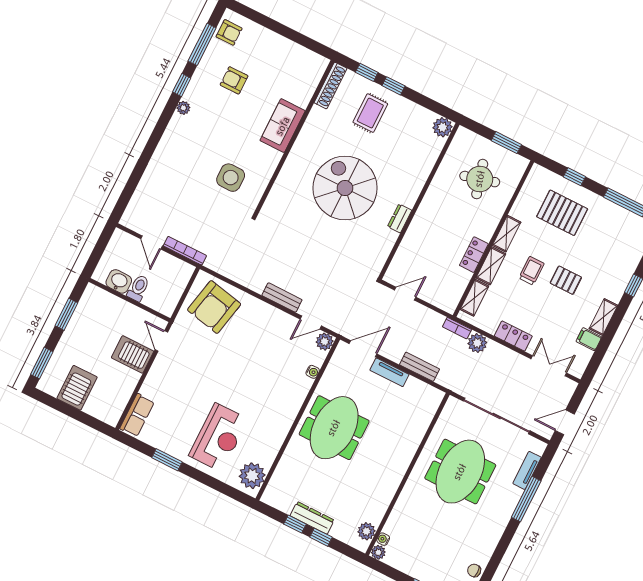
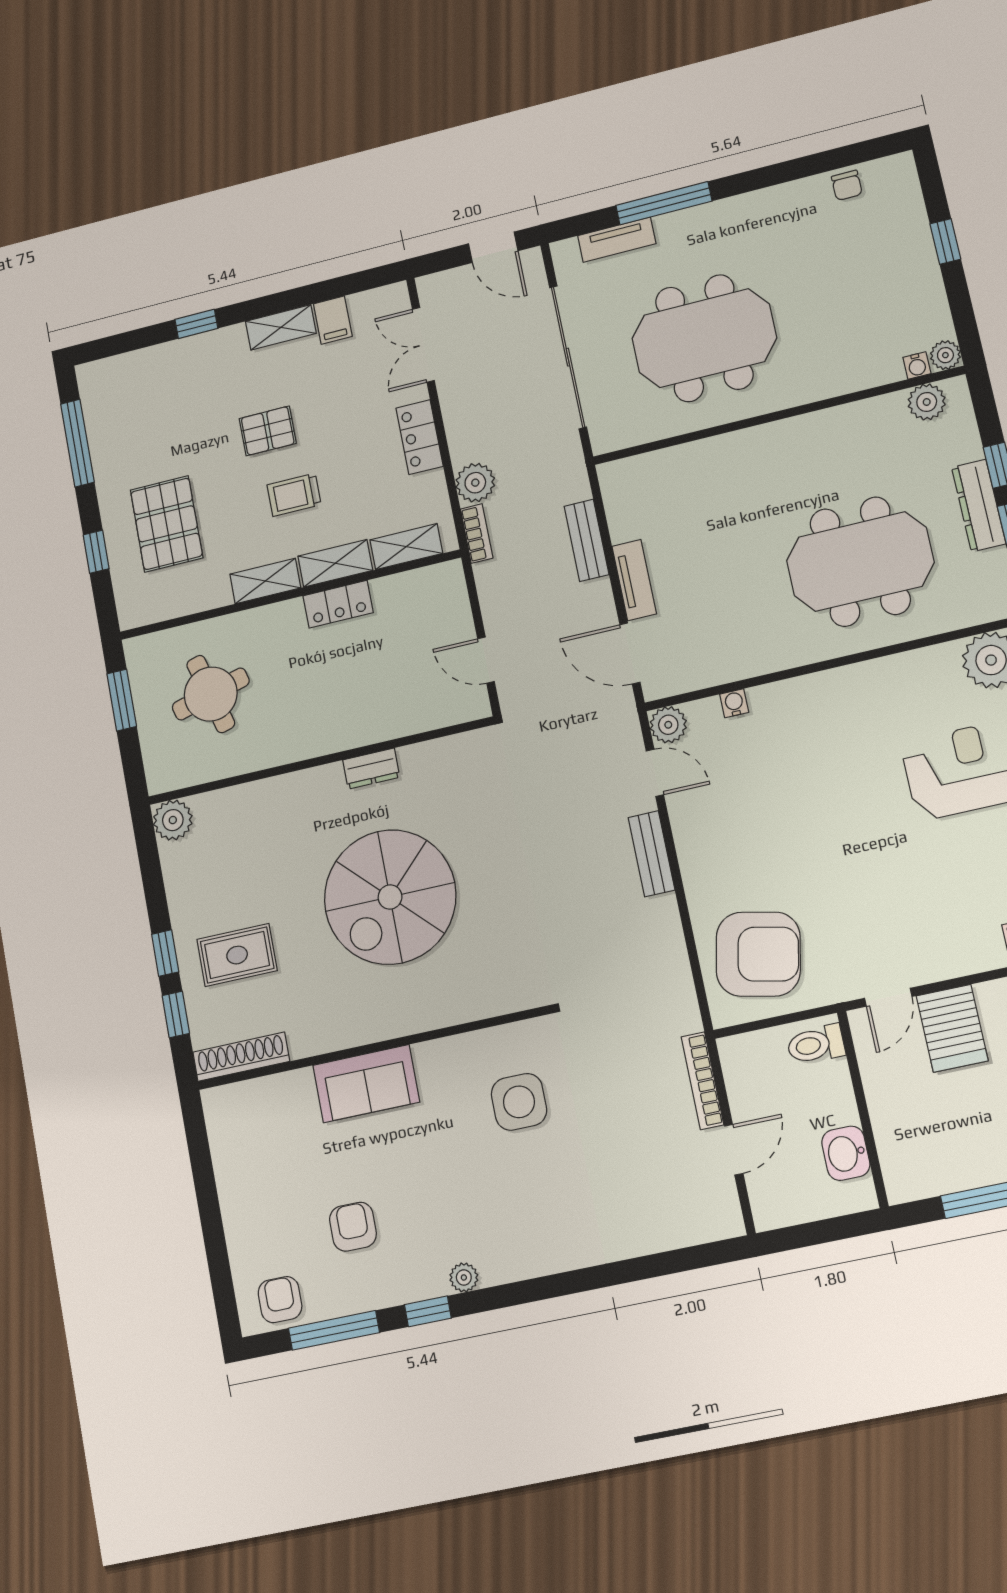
armchair: (234, 80) -> (353, 1227), turned 180
pallet: (566, 280) -> (268, 431), turned 90
toilet: (138, 288) -> (816, 1044), moved
meeting table: (334, 428) -> (860, 562), moved

